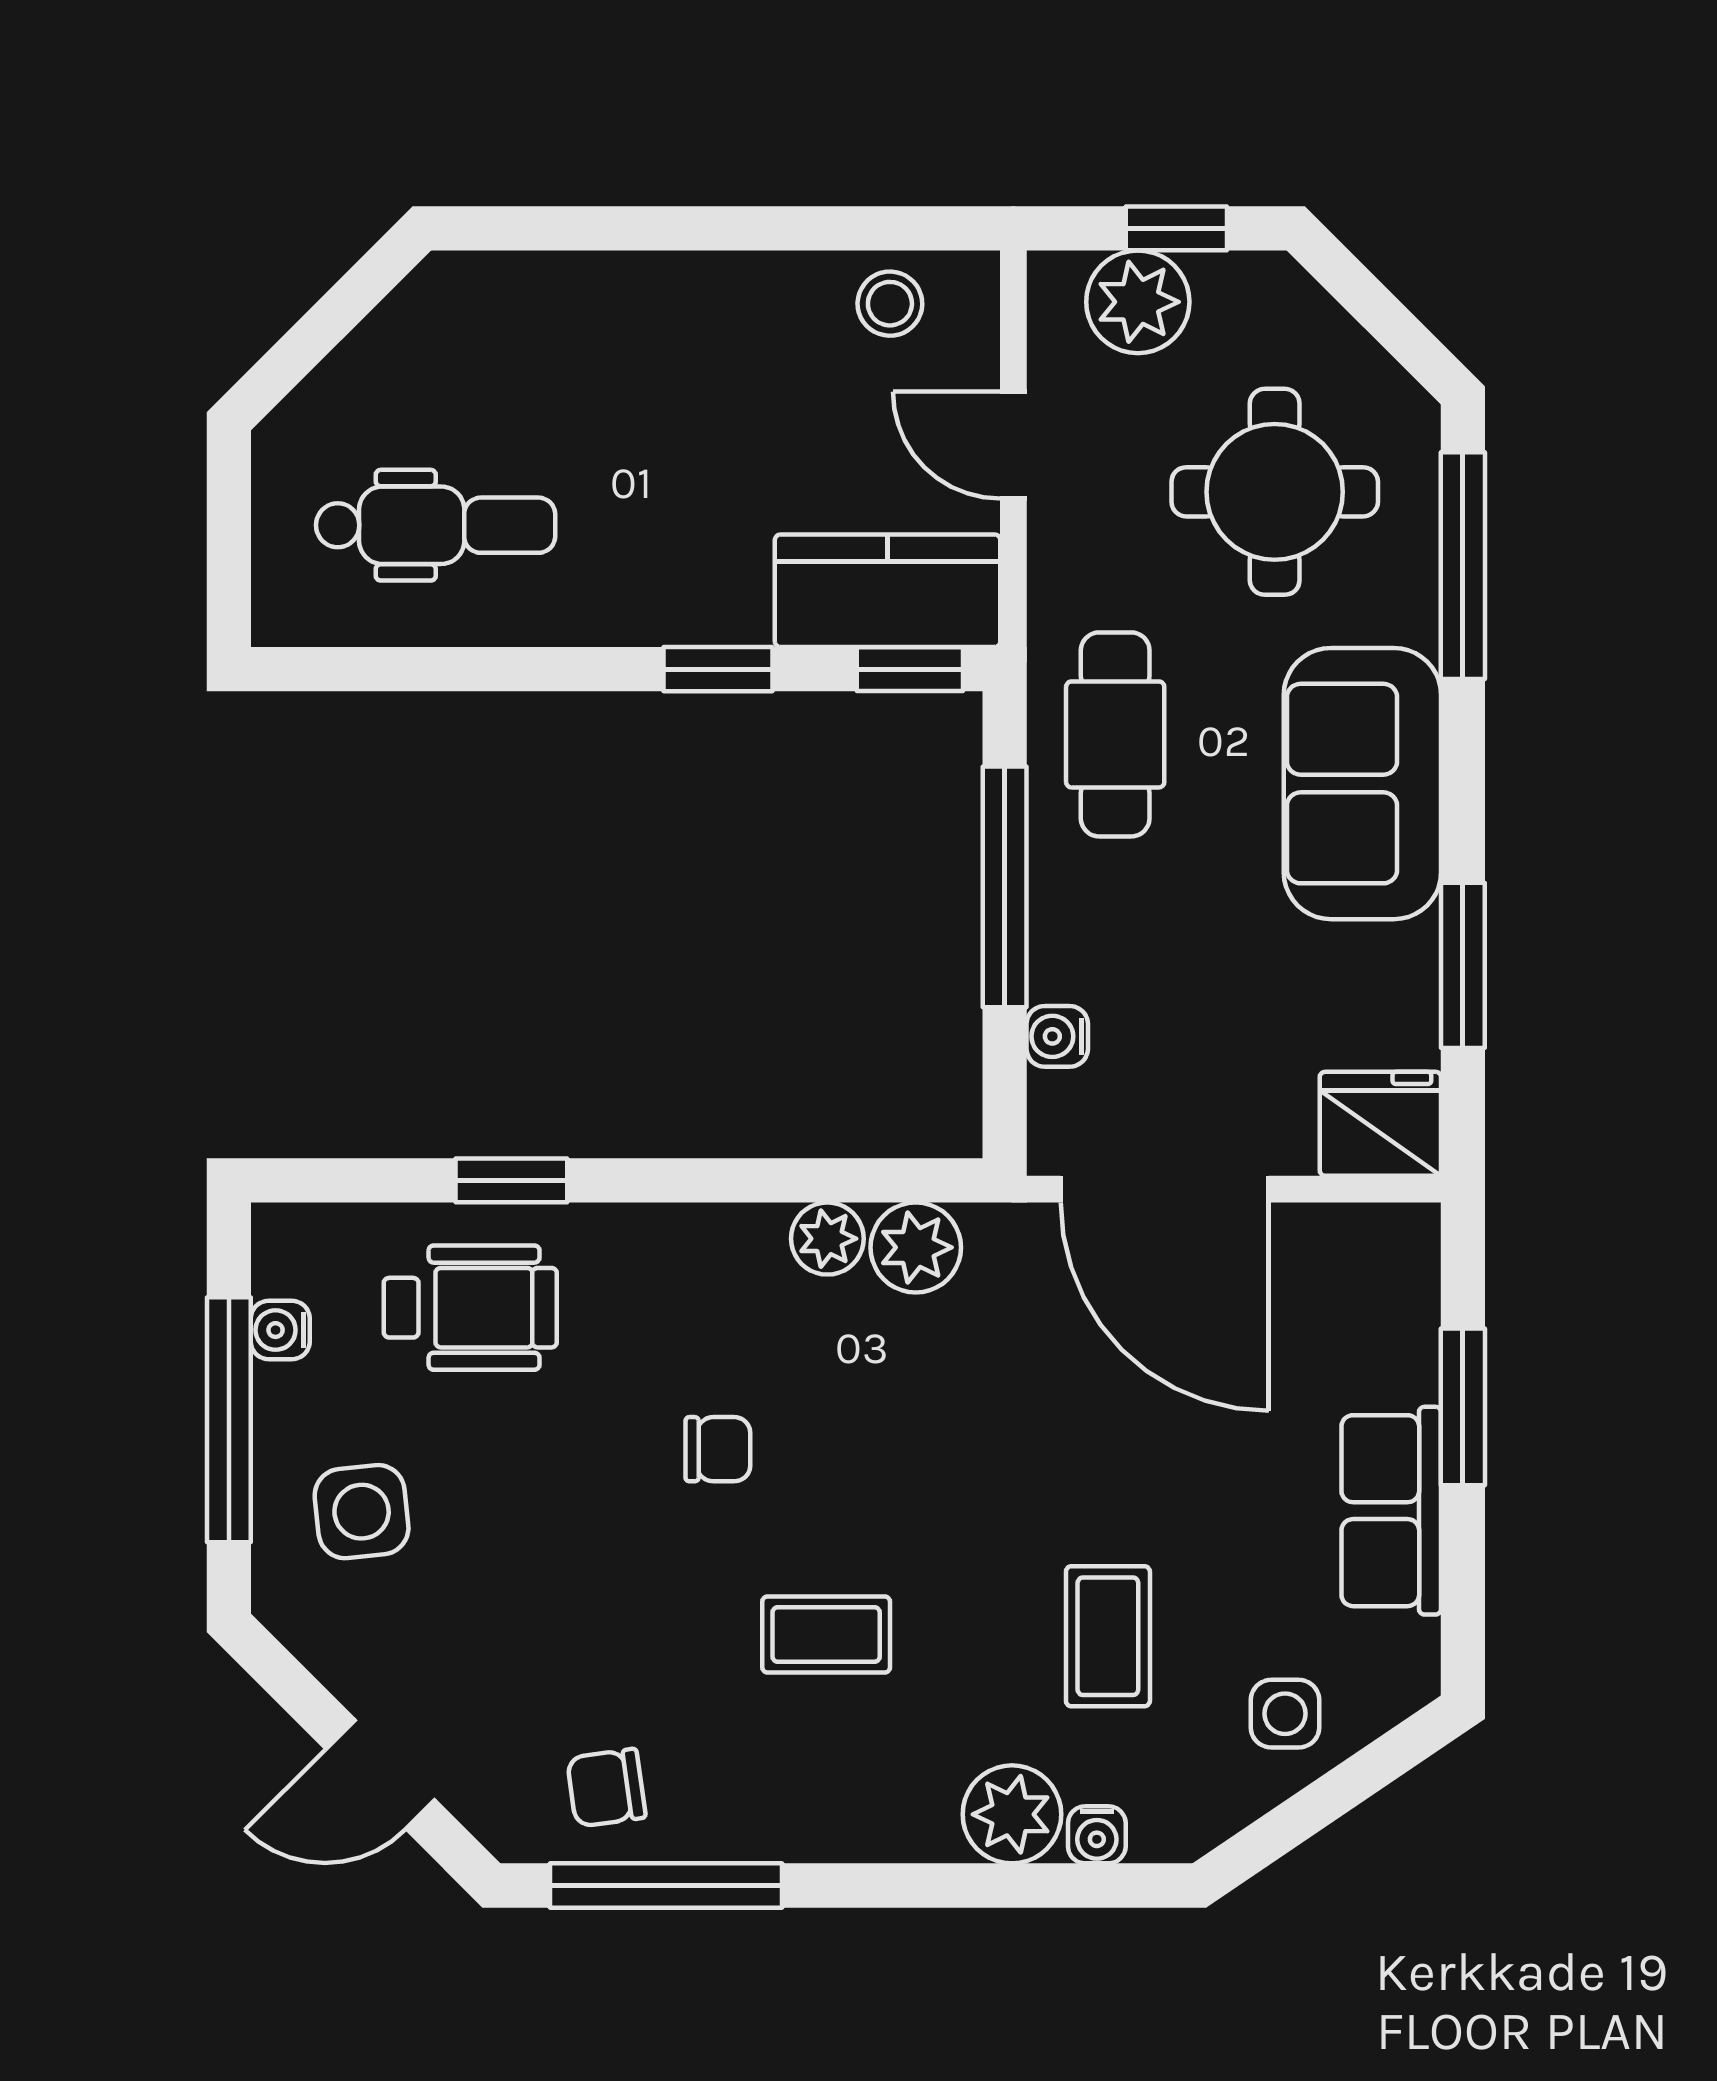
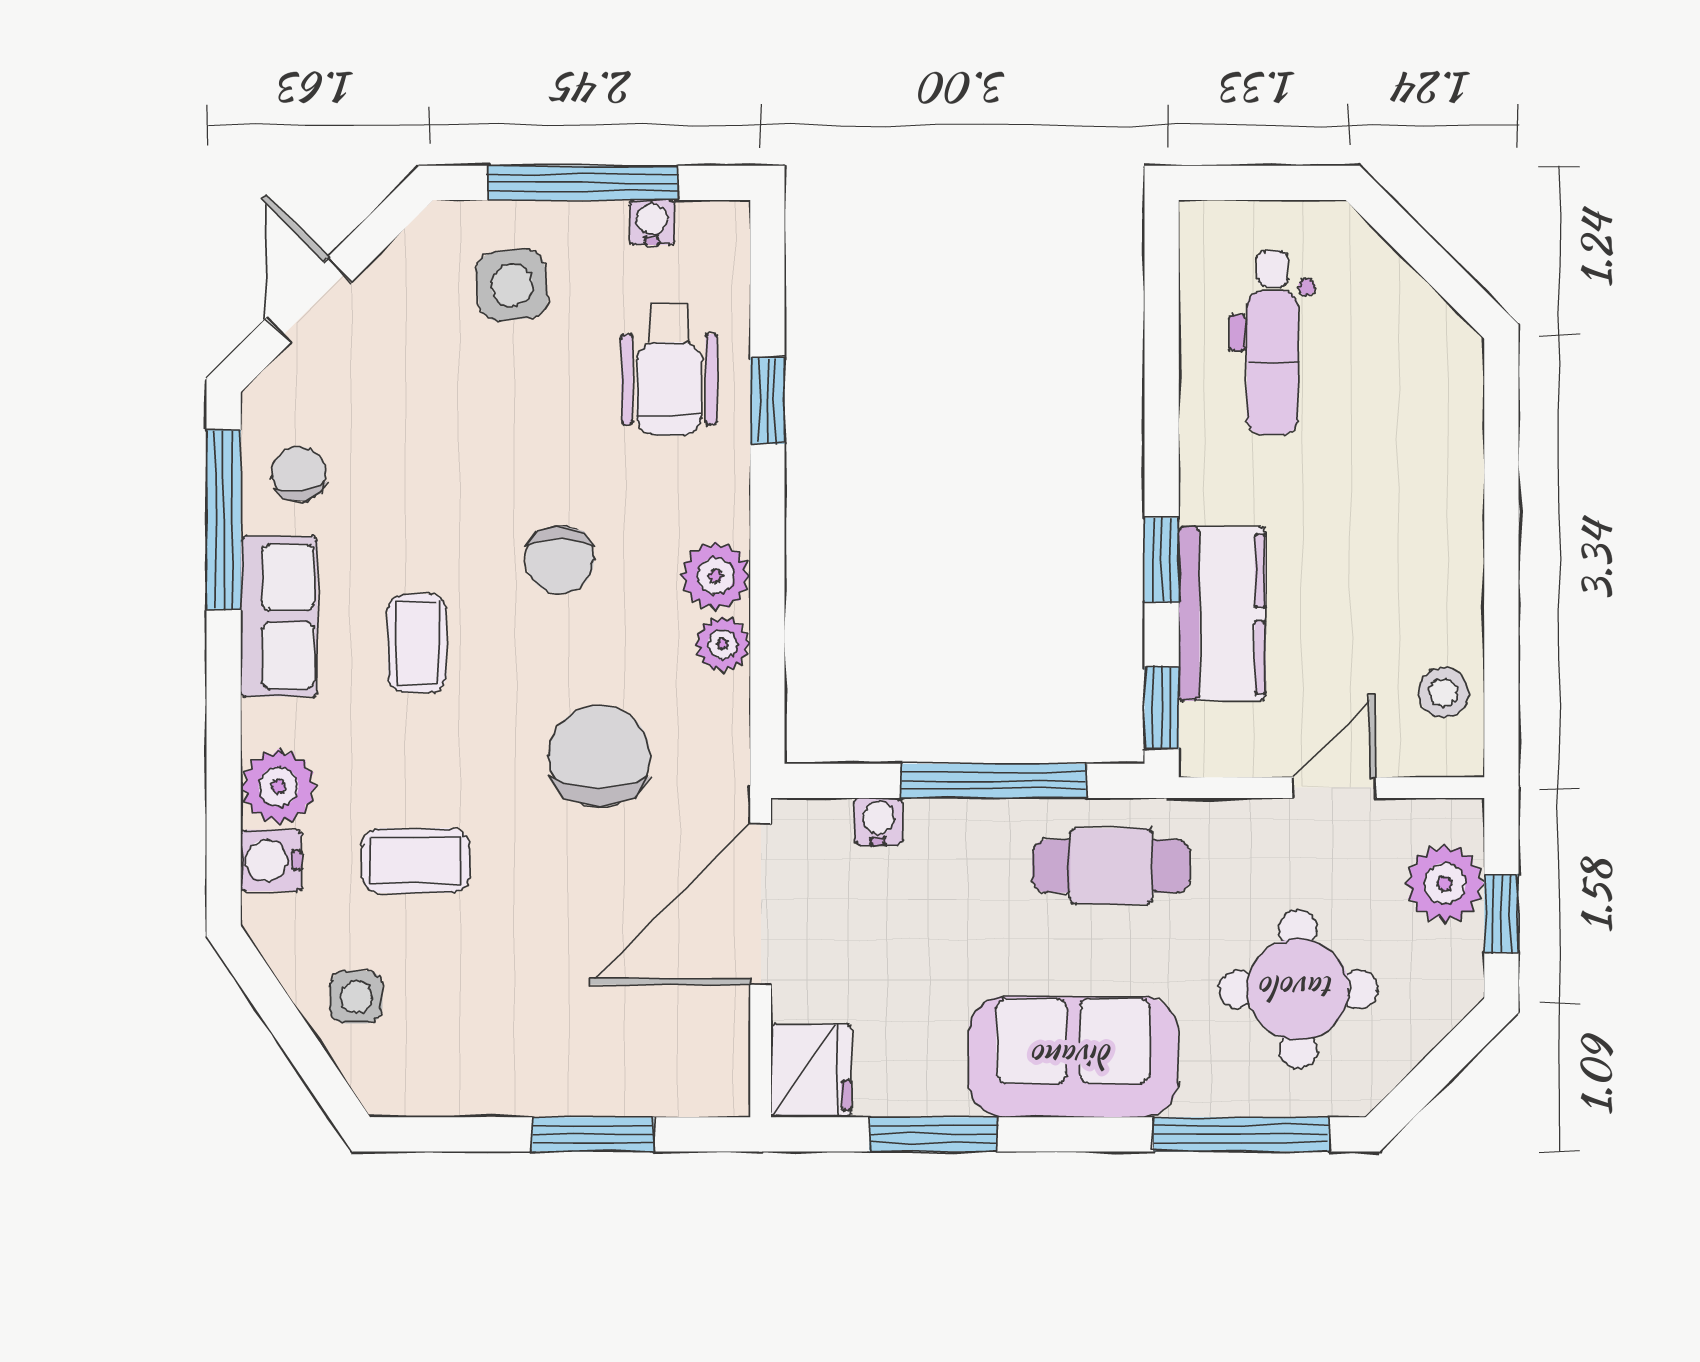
kitchen counter: (888, 591) -> (1222, 614), moved
plant: (916, 1247) -> (716, 576), moved
chair: (972, 1398) -> (600, 756), added
chair: (718, 1449) -> (560, 560), width x1.37, depth x1.37
row of seats: (1391, 1511) -> (279, 616), moved, turned 90
water cooler: (1097, 1835) -> (271, 860), width x1.38, depth x1.38

